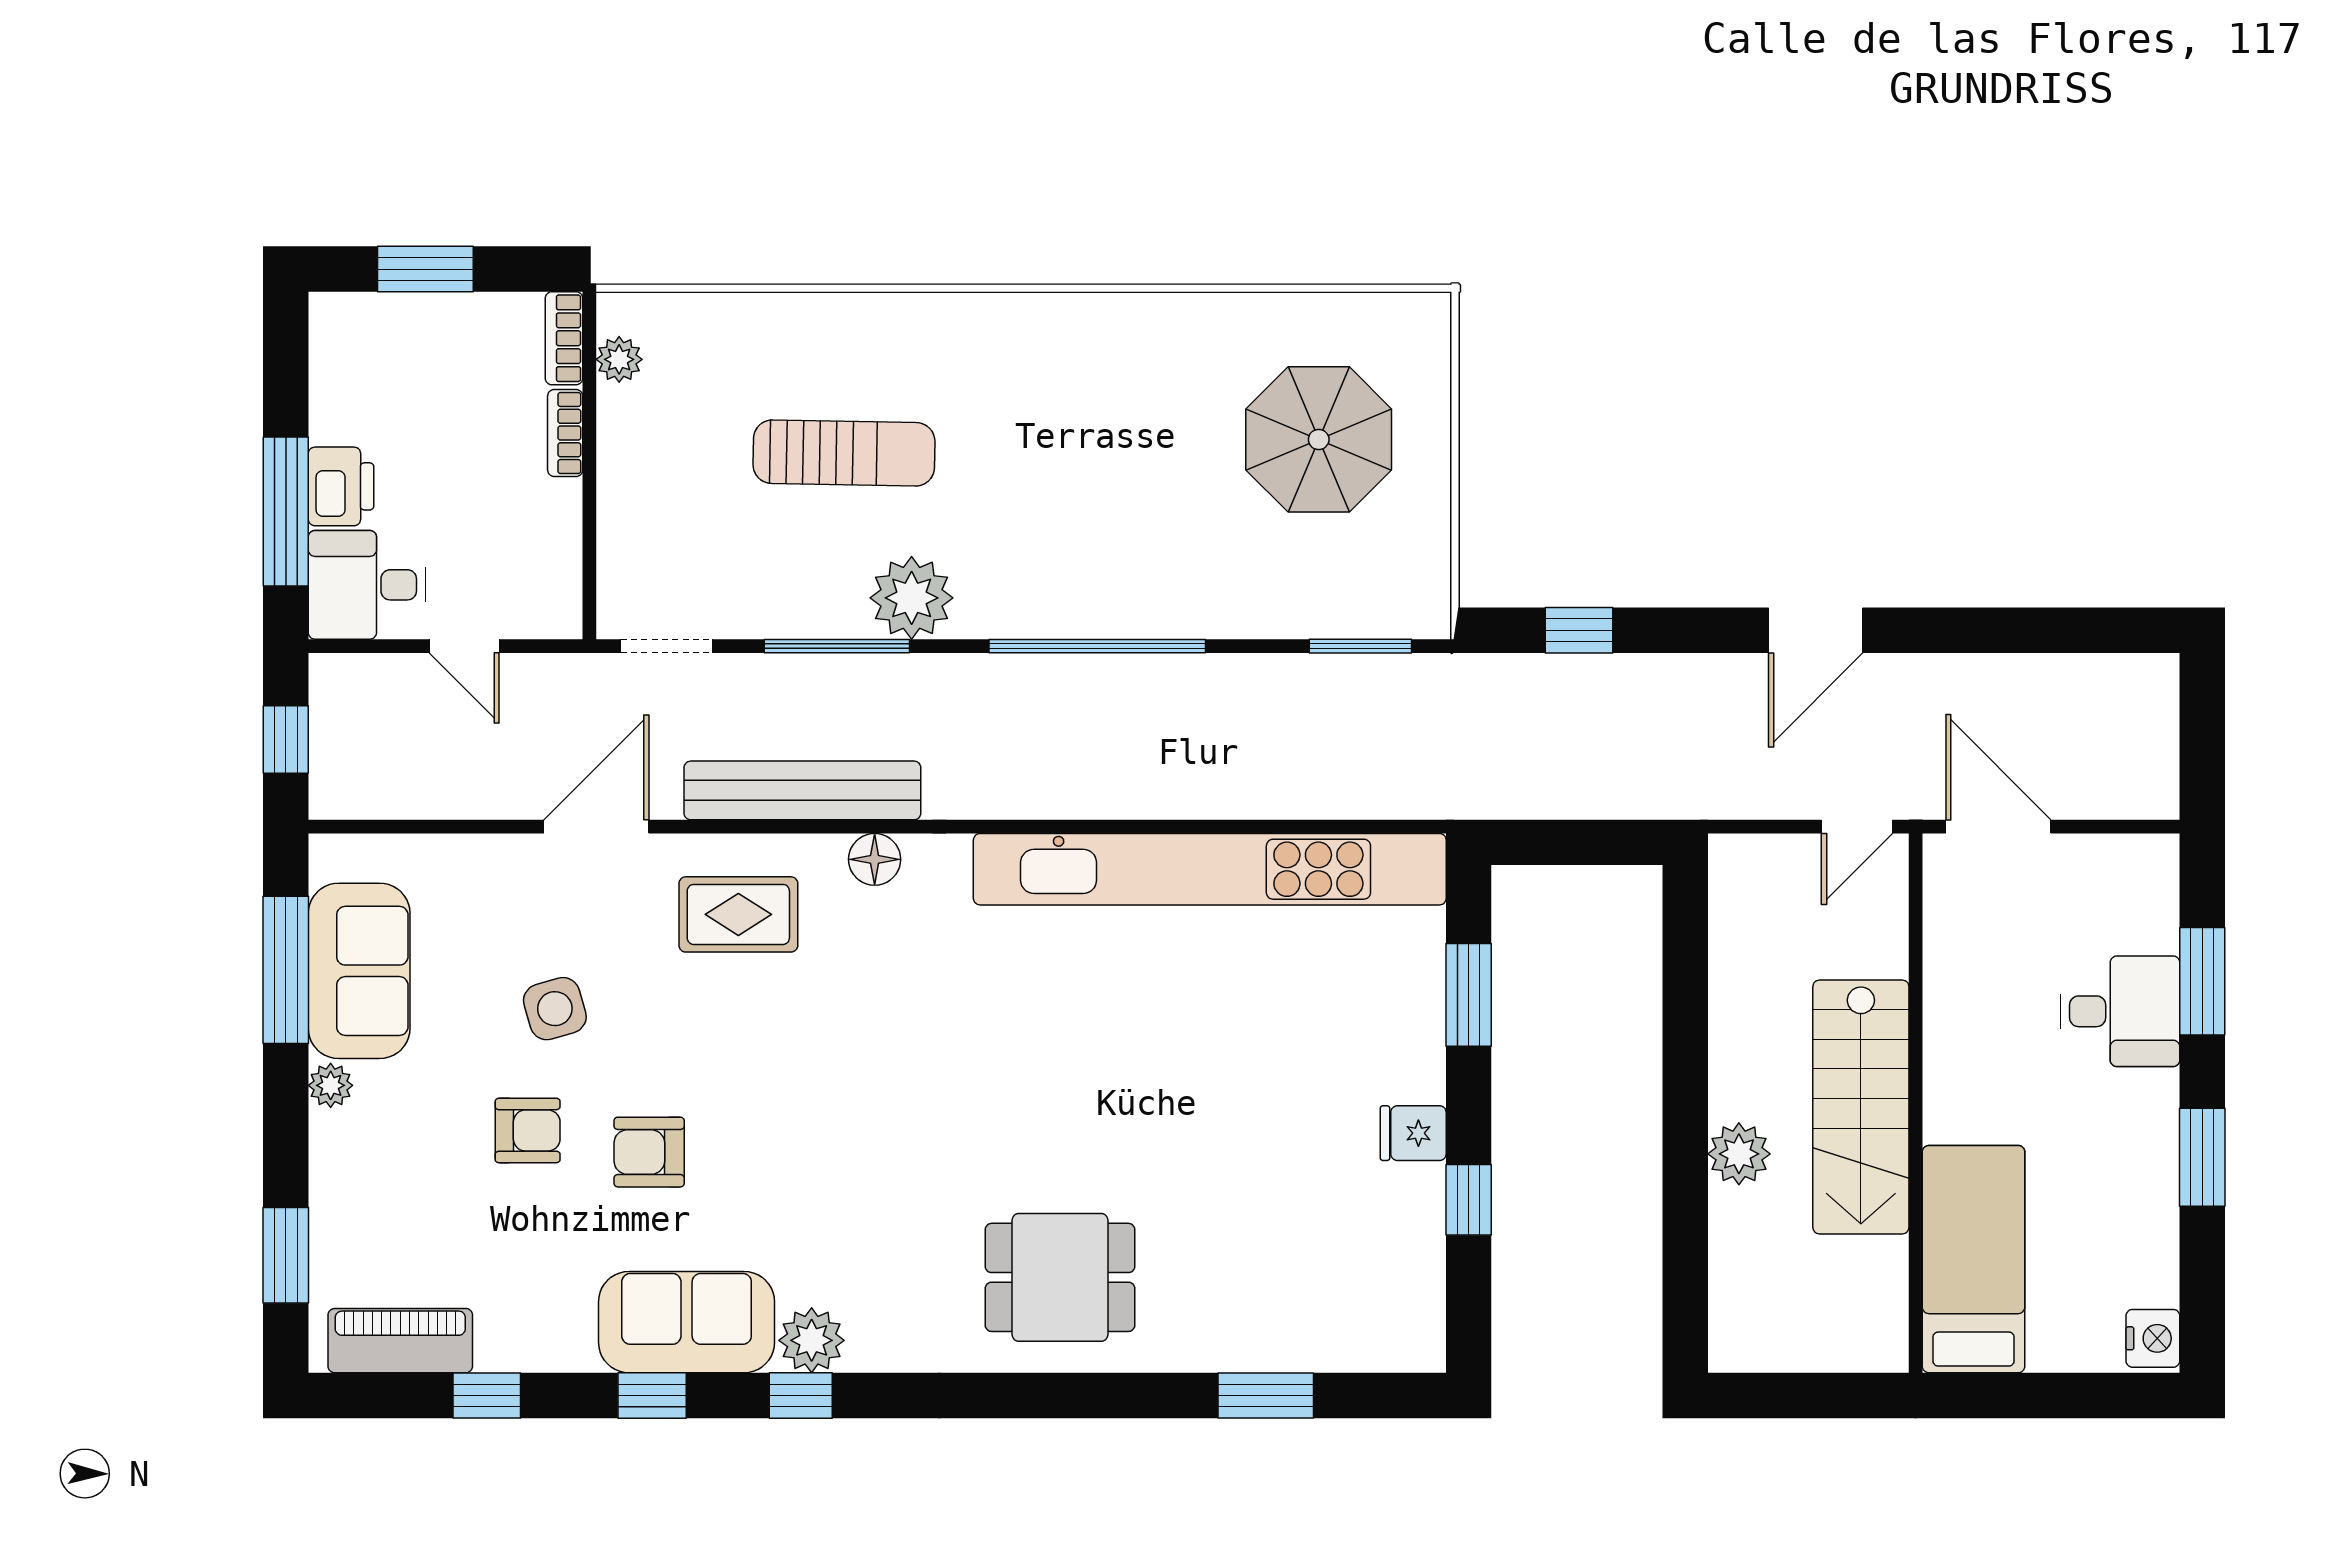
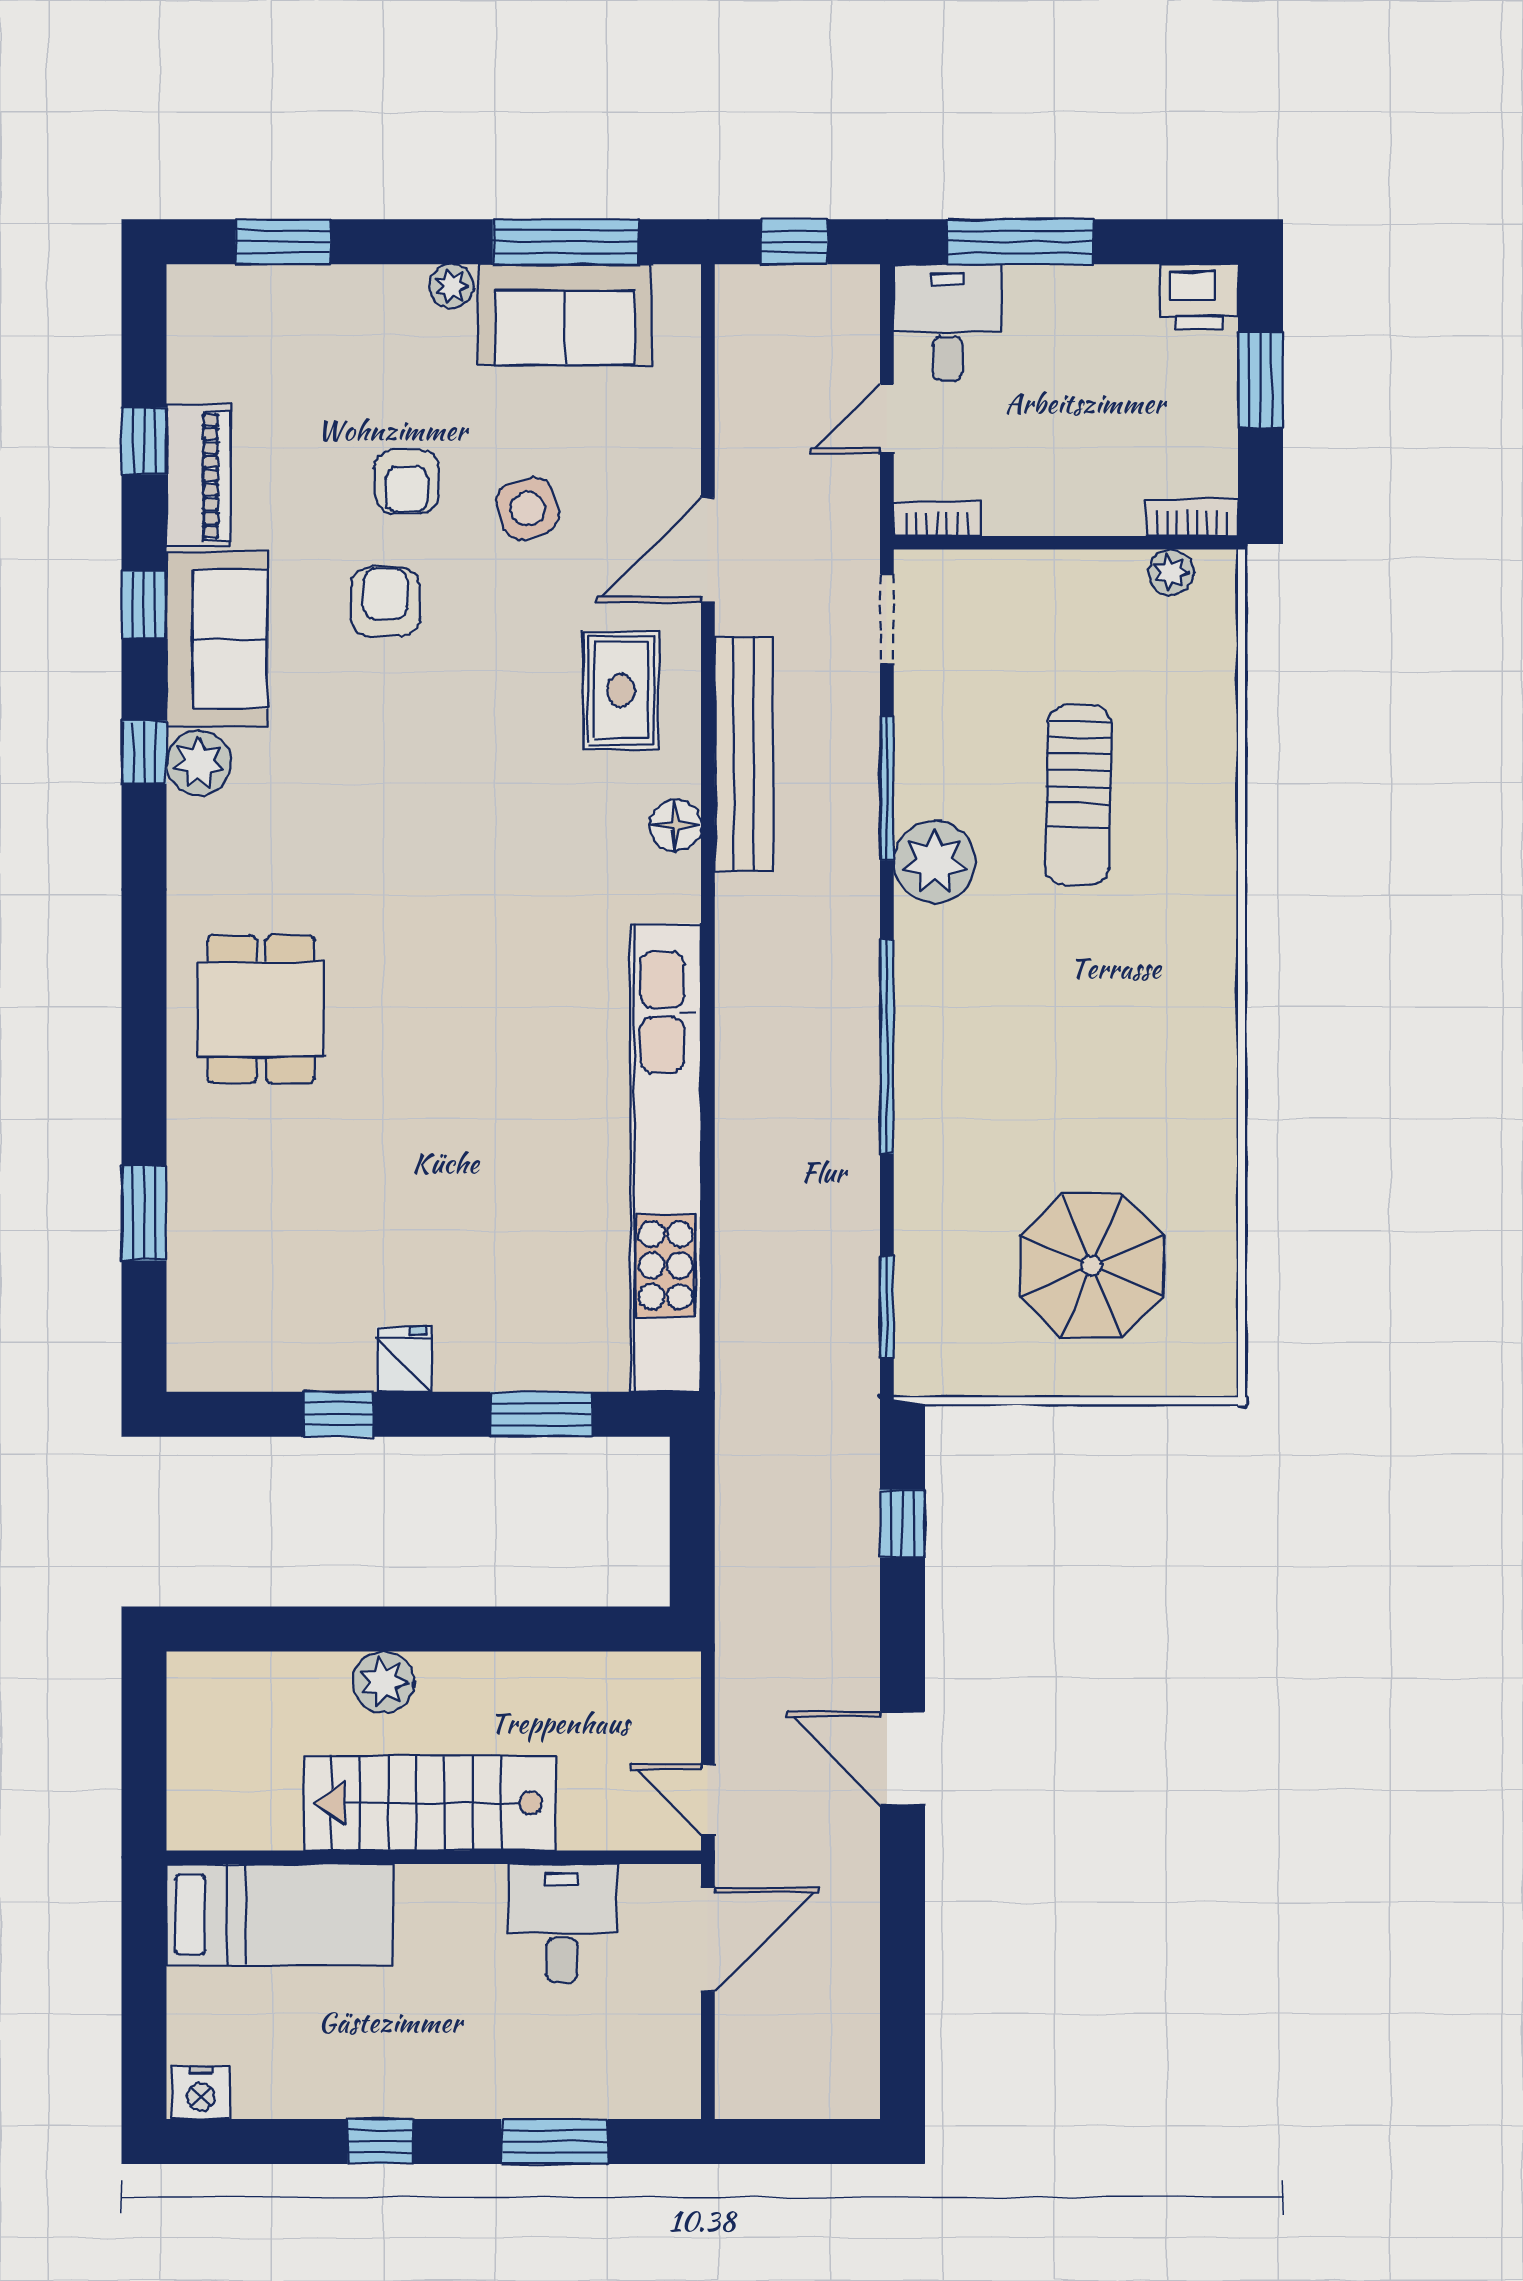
bookcase: (565, 433) -> (937, 519), moved
printer: (341, 486) -> (1199, 297), moved
door: (596, 827) -> (708, 550), swing flipped
desk: (2120, 1011) -> (562, 1923), moved, turned 180
window: (2202, 1157) -> (380, 2141), width x0.67
piano: (400, 1341) -> (198, 476), moved

